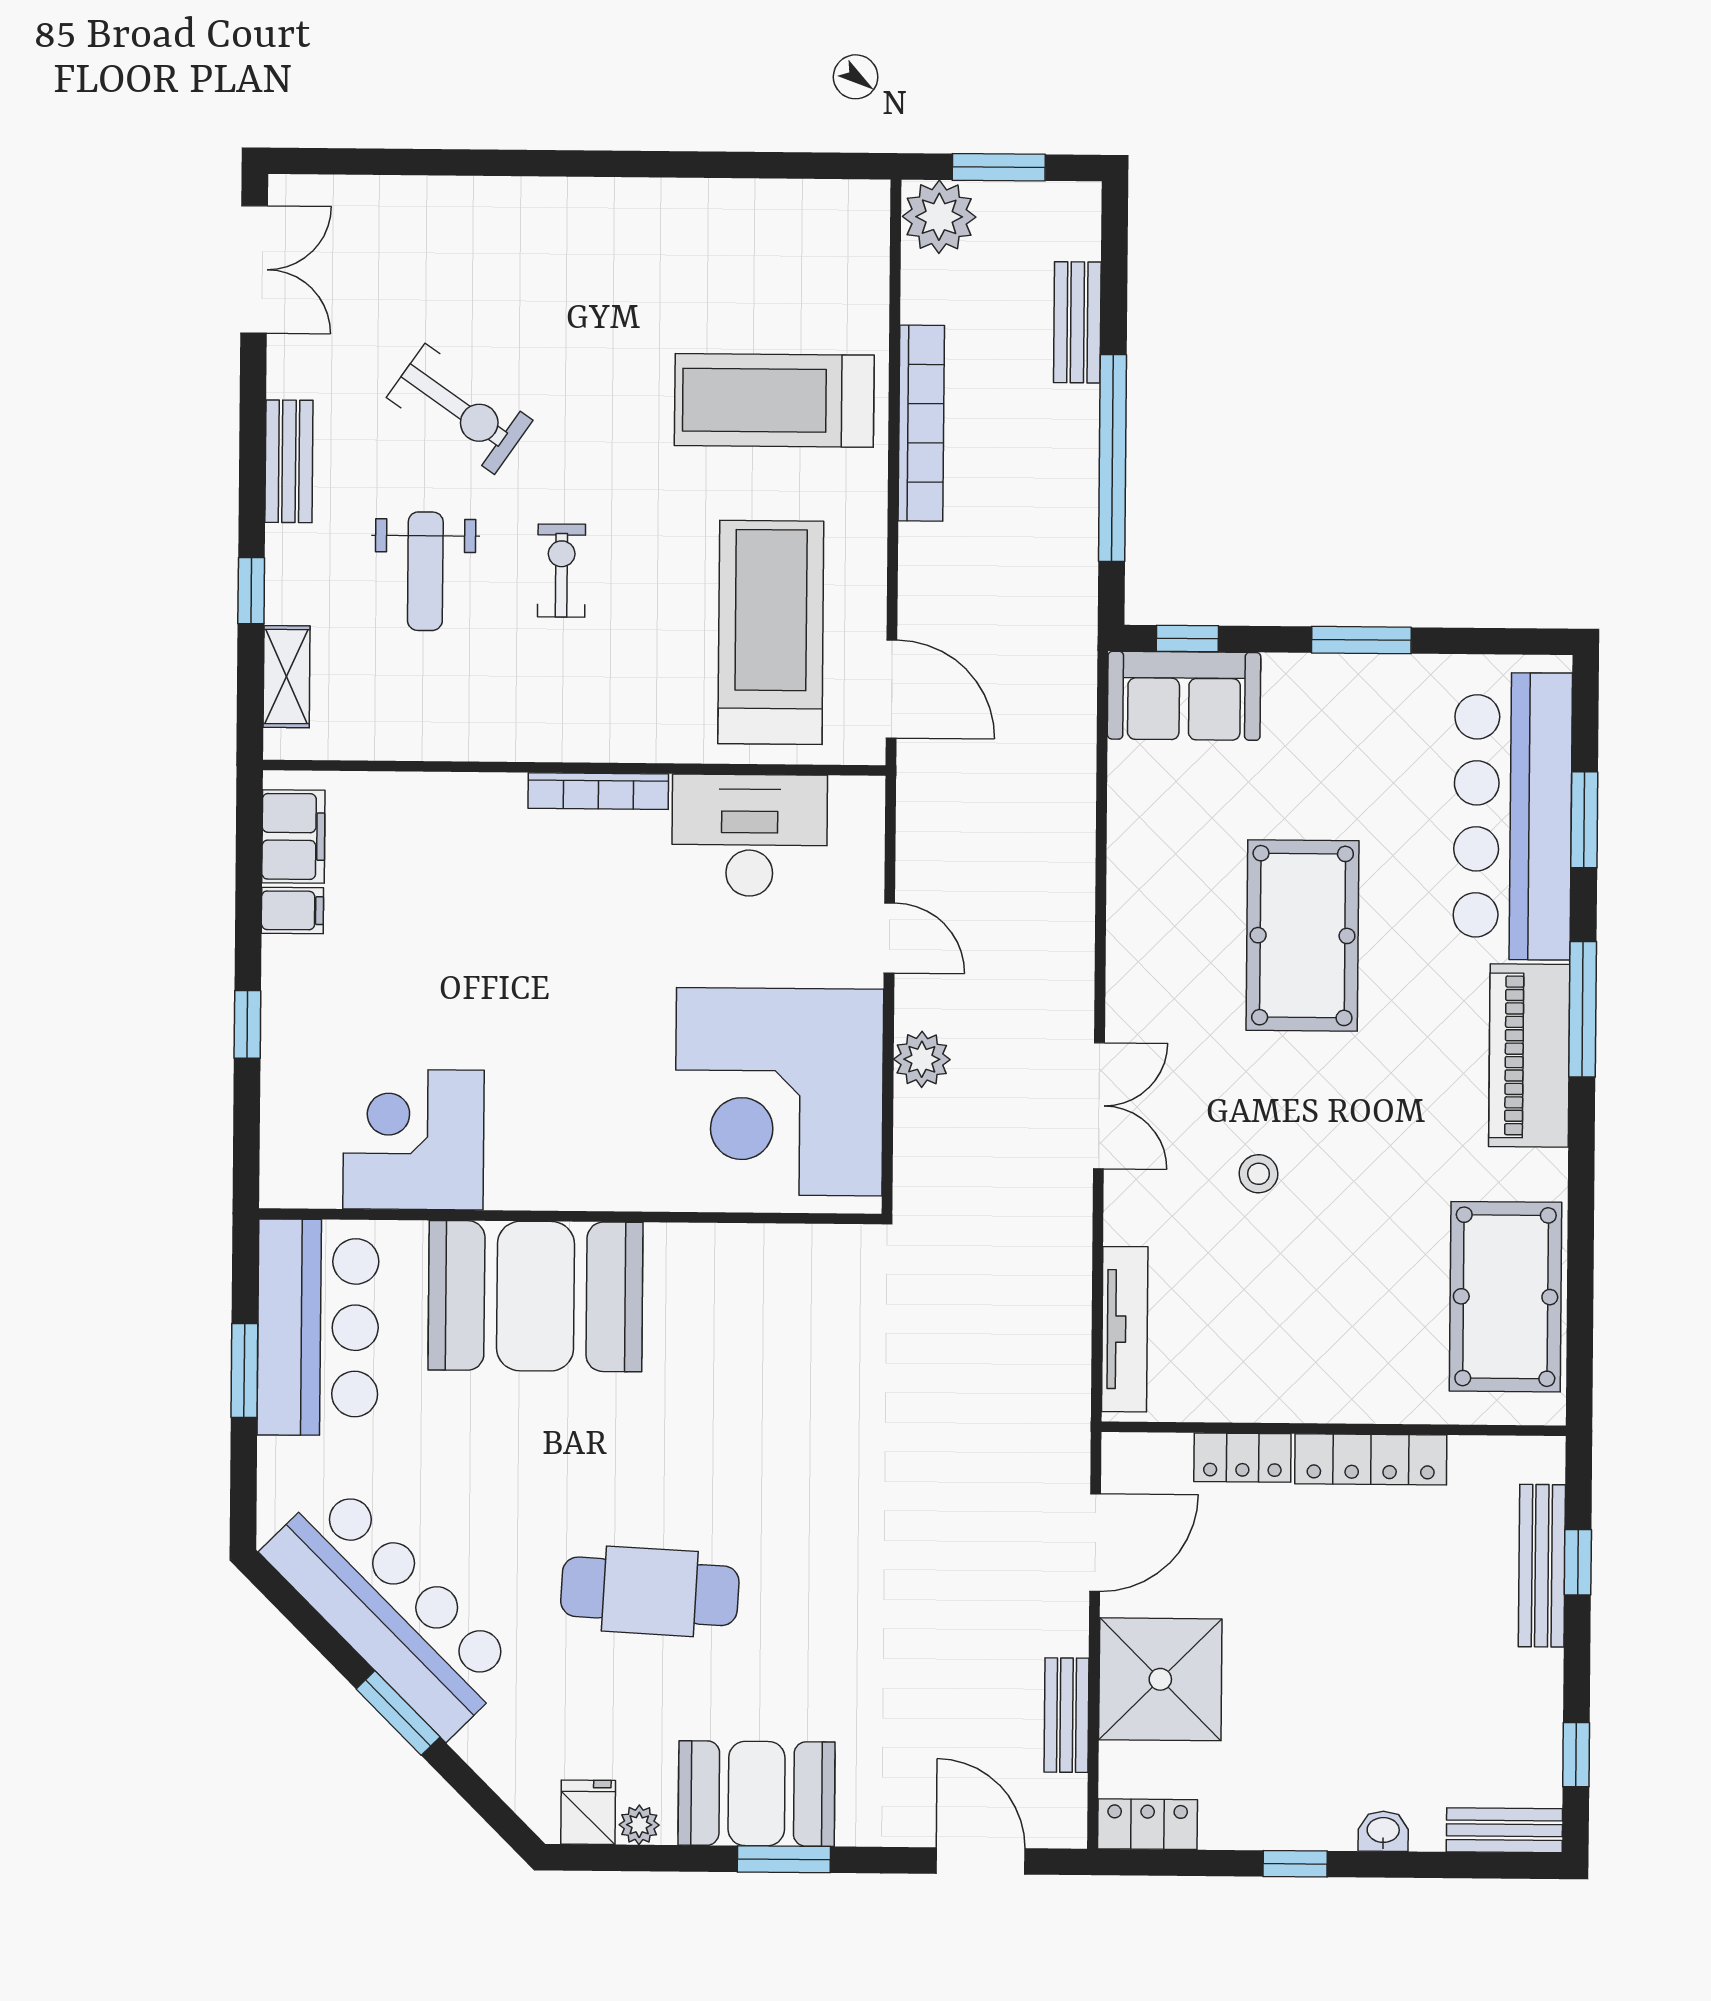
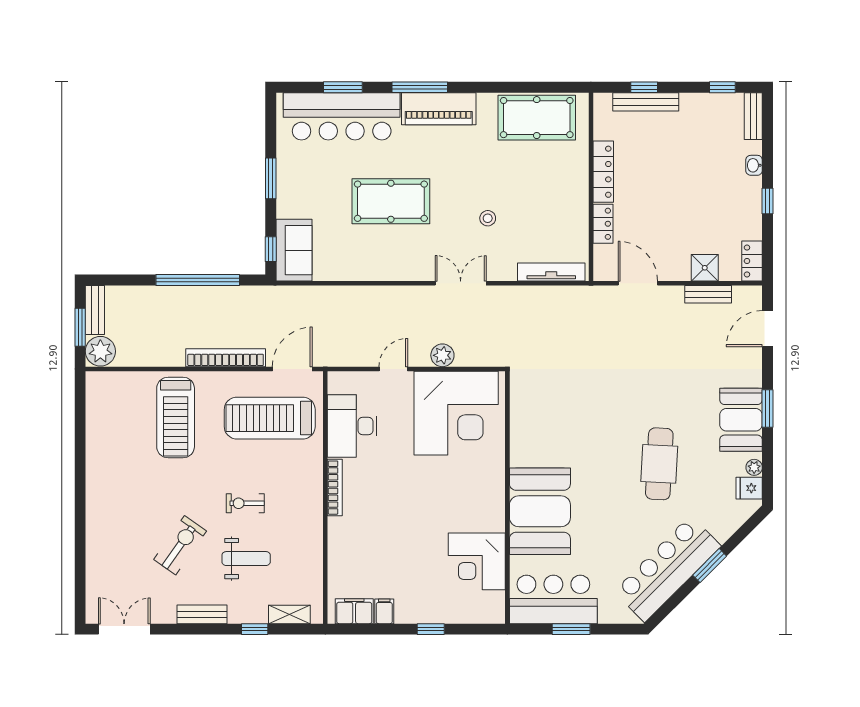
bench: (1077, 322) -> (95, 310), moved, turned 90
bookcase: (921, 423) -> (226, 358), moved
shower: (1160, 1679) -> (705, 268), width x0.54, depth x0.54

